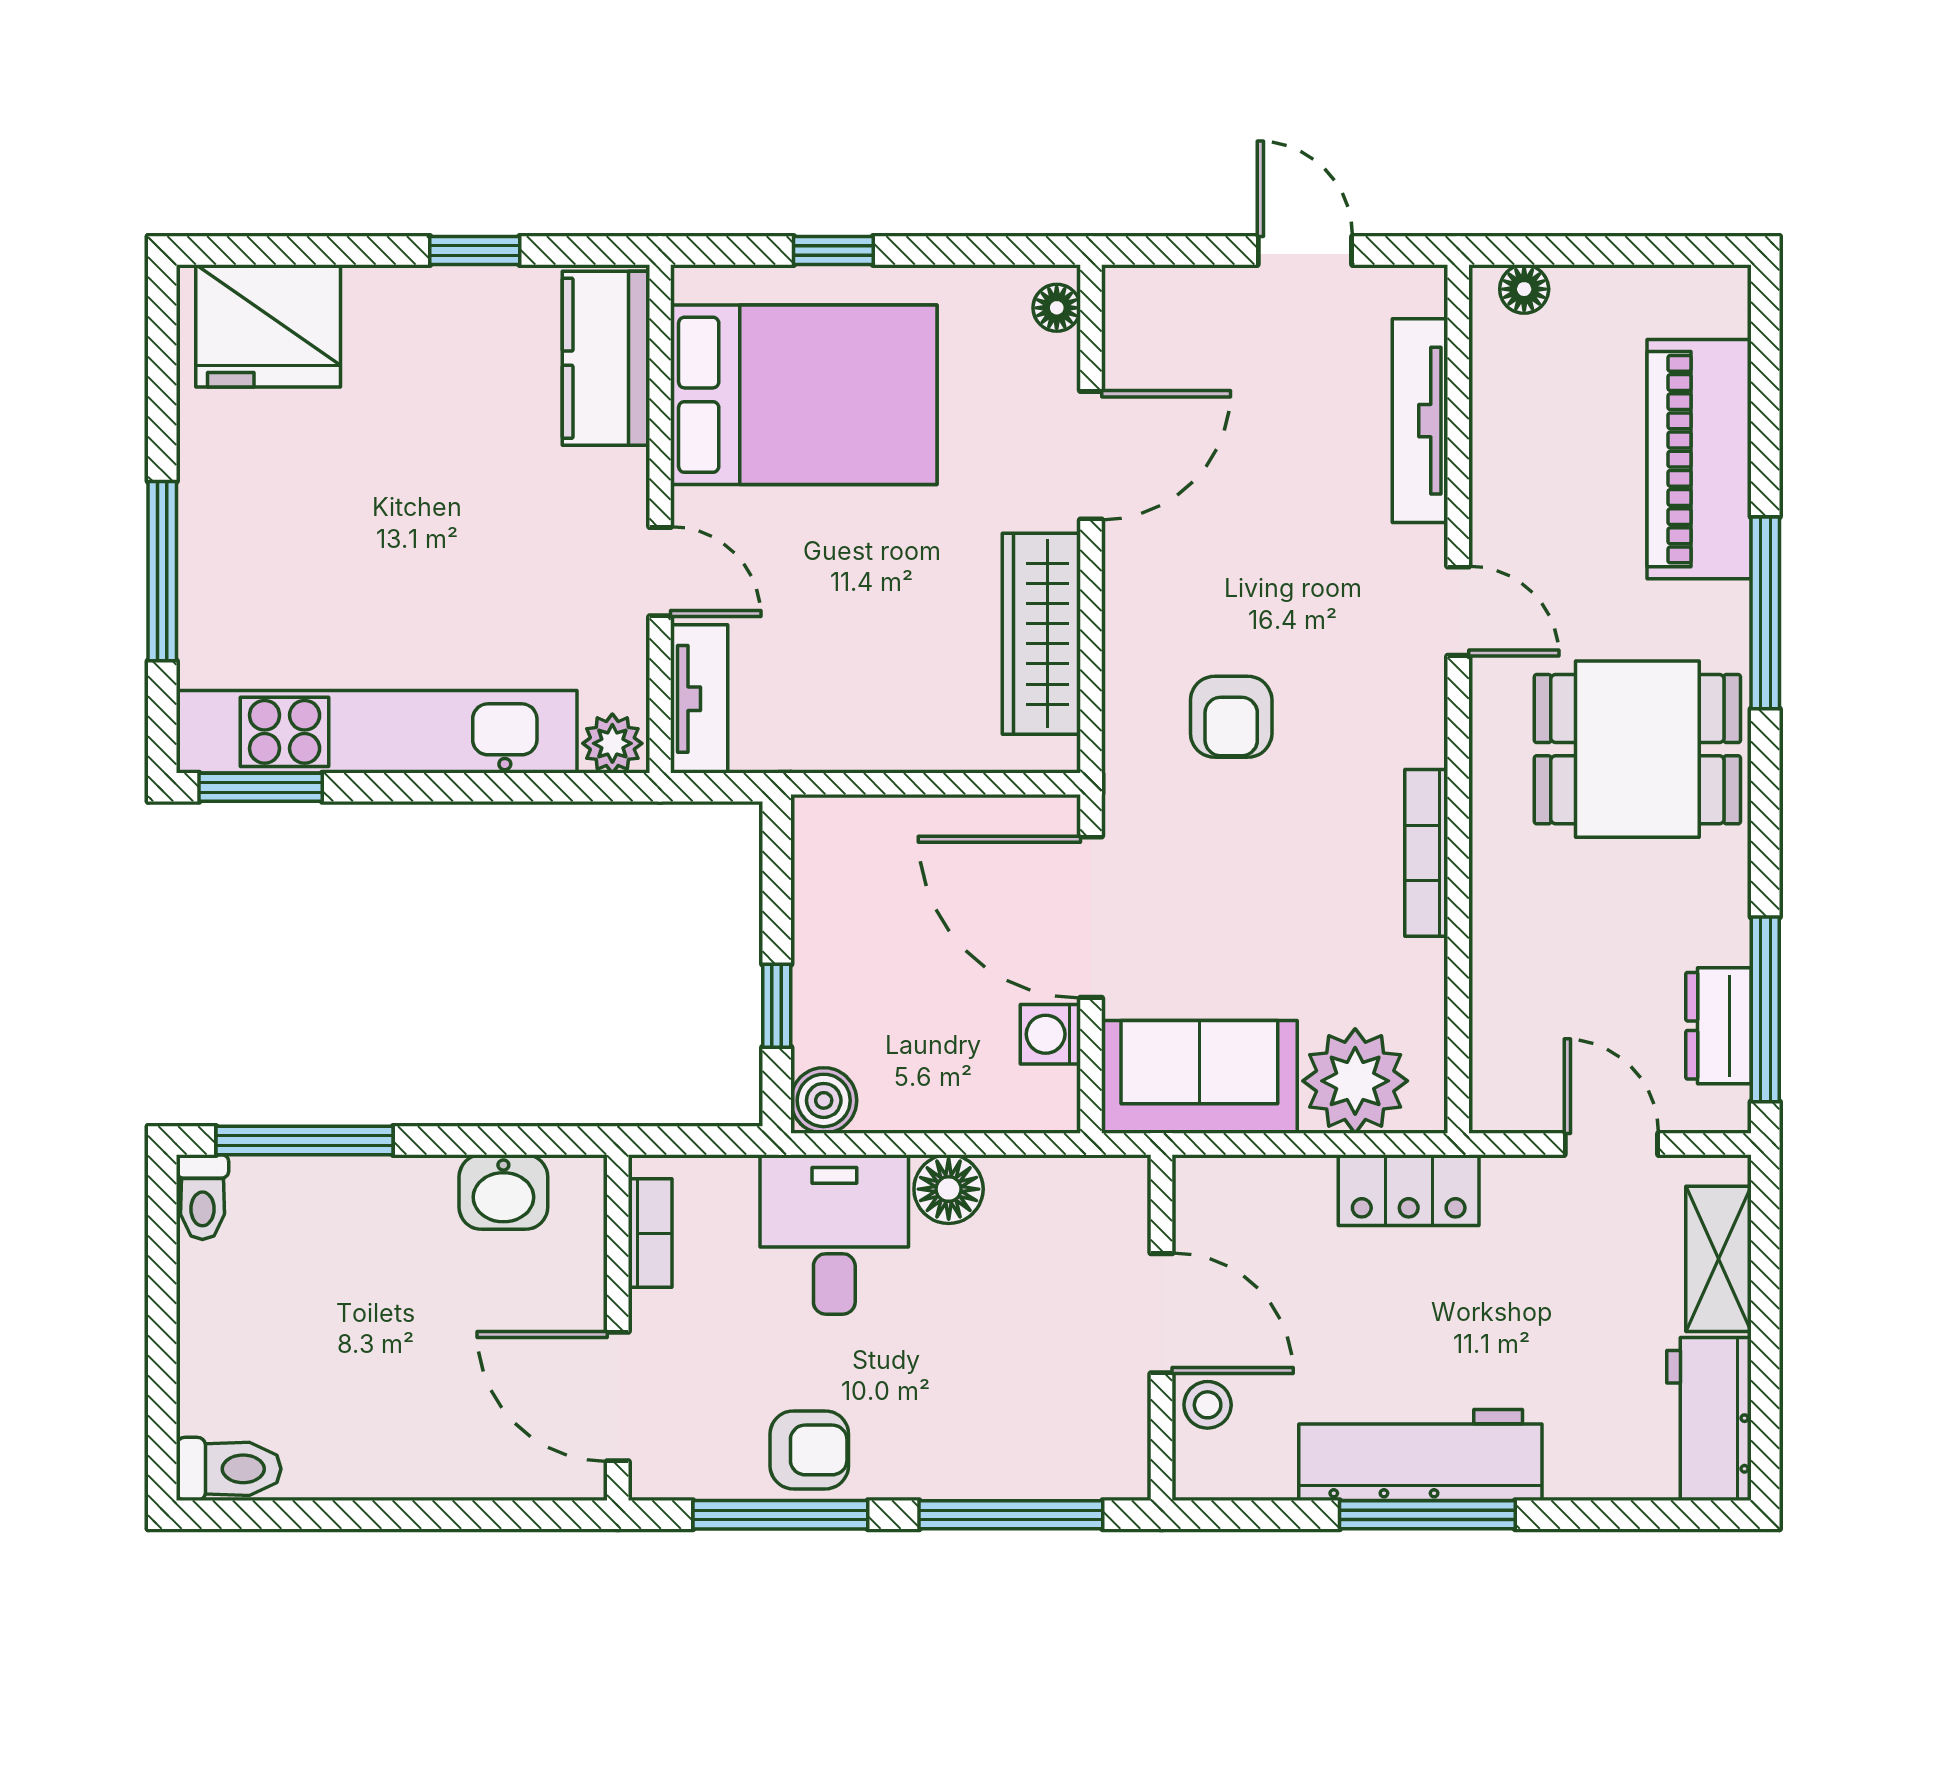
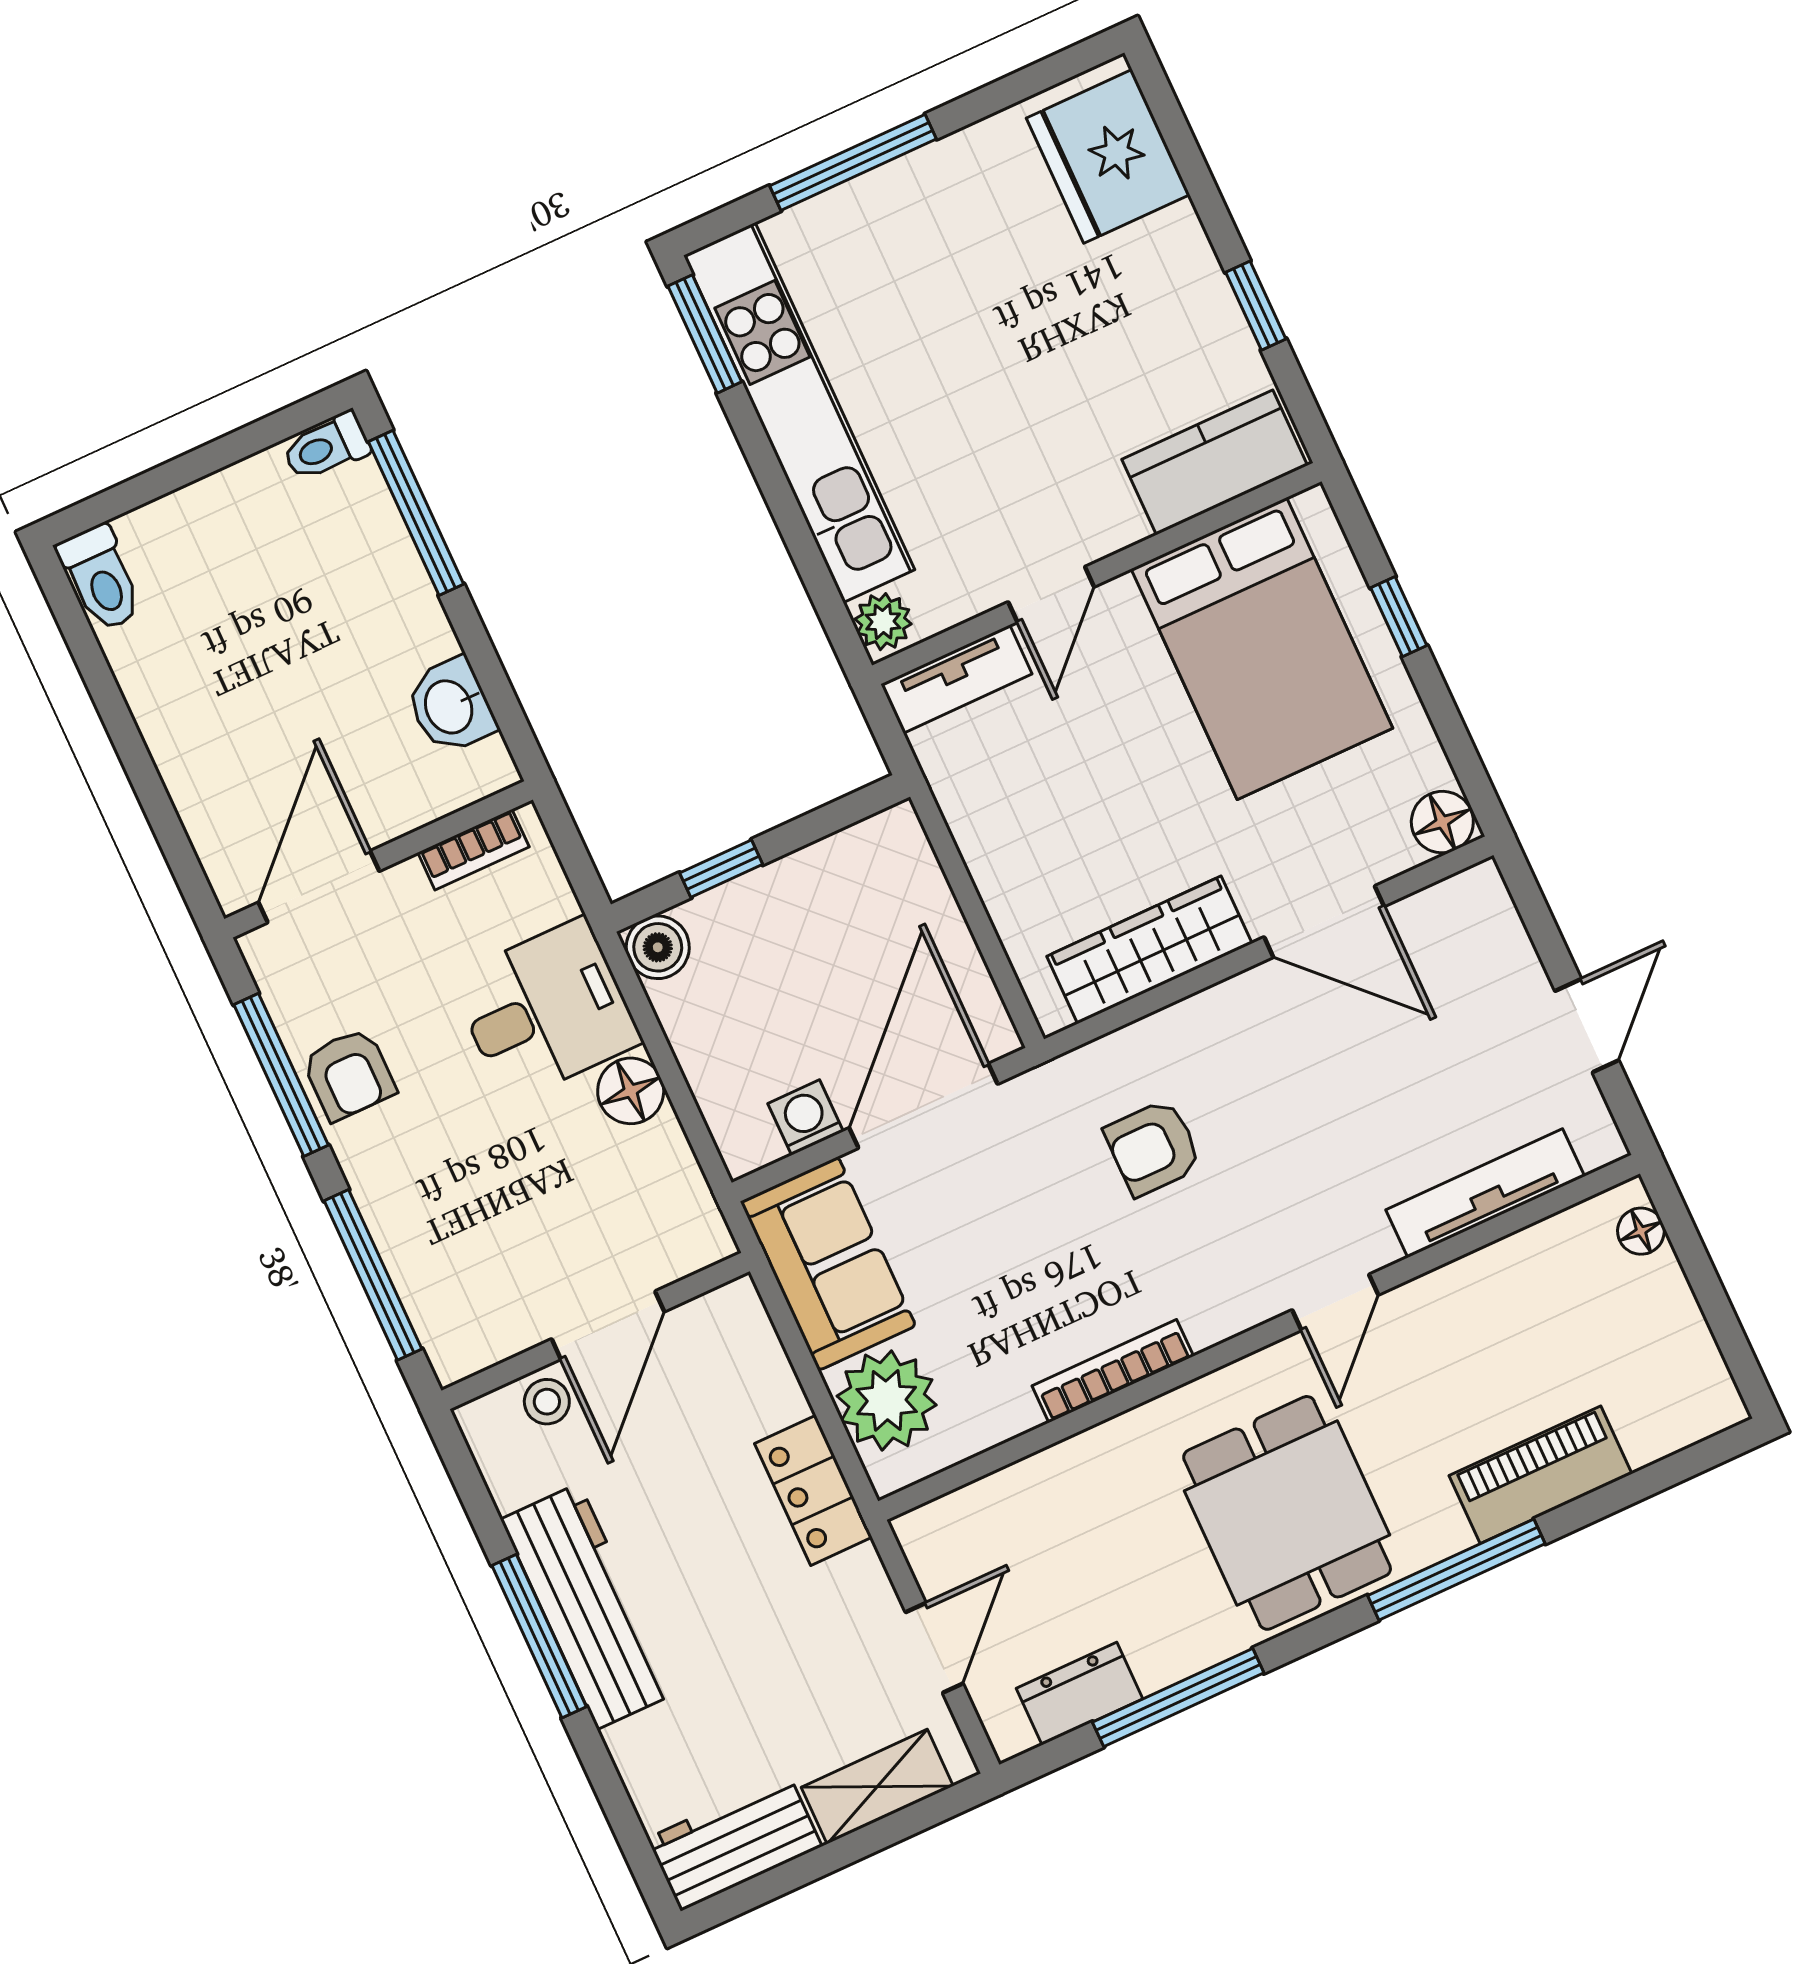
floor lamp: (1057, 308) -> (1442, 822), width x1.37, depth x1.37
piano: (1699, 459) -> (1541, 1475), width x0.73, depth x0.75
window: (1765, 1009) -> (1178, 1697), moved

